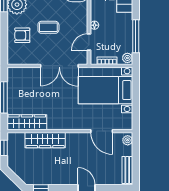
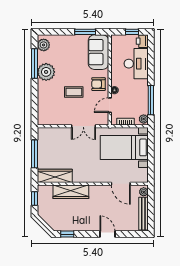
armchair: (22, 35) -> (98, 84), moved
double door: (59, 66) -> (83, 126), width x0.73
bench: (127, 170) -> (143, 214), width x1.36

